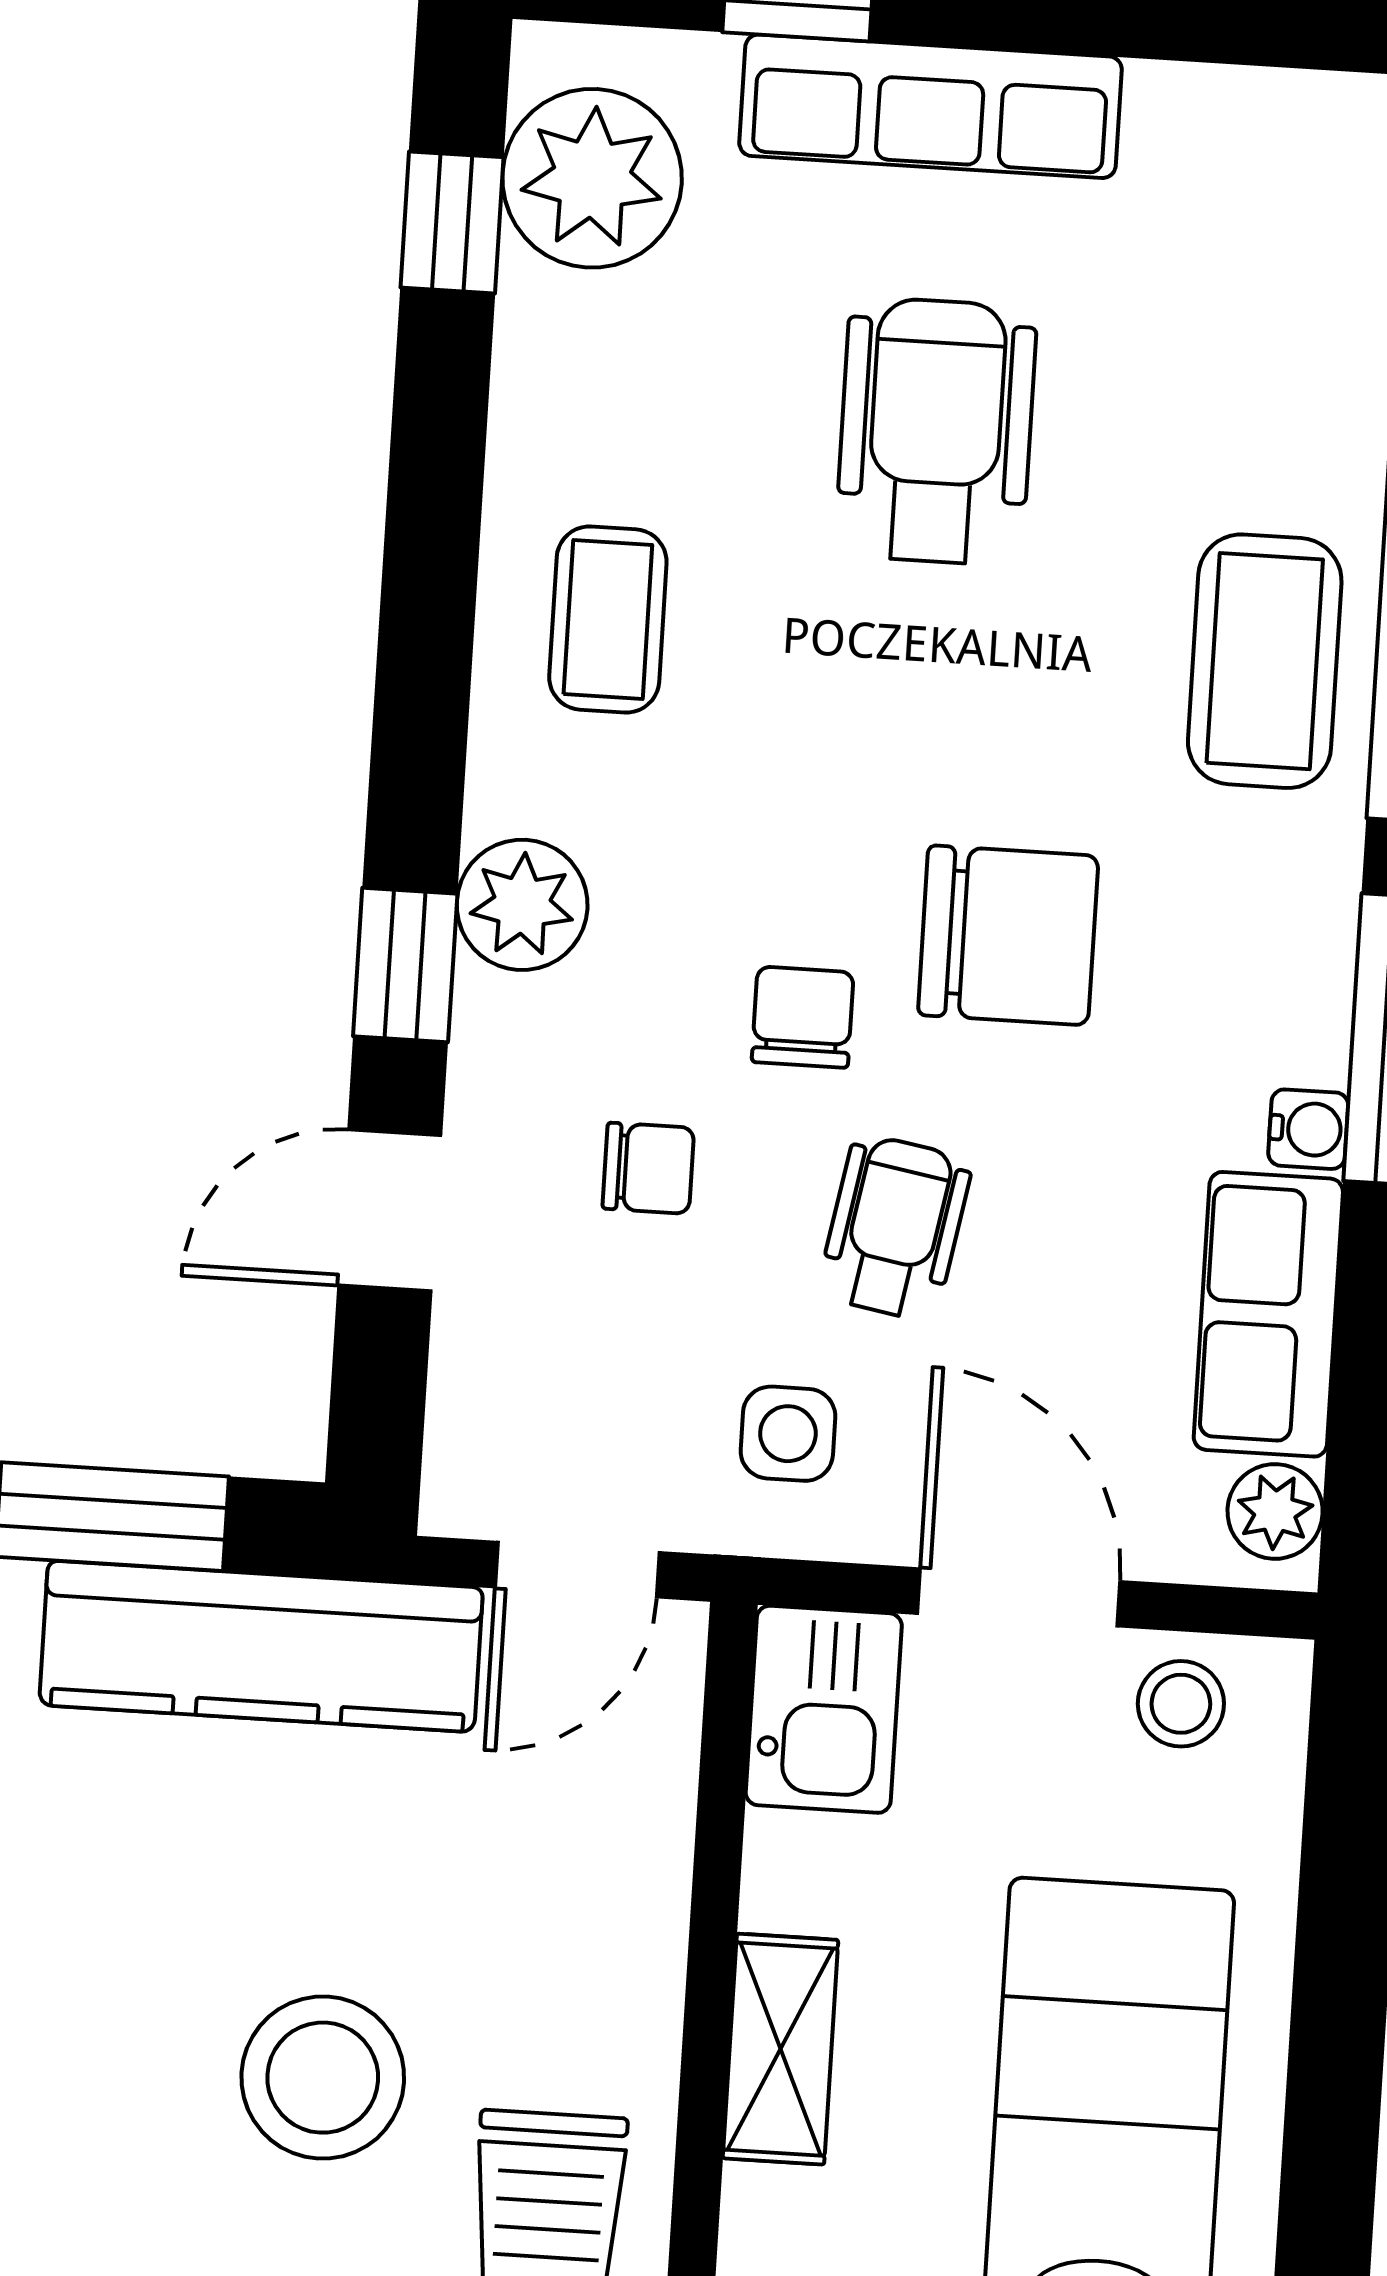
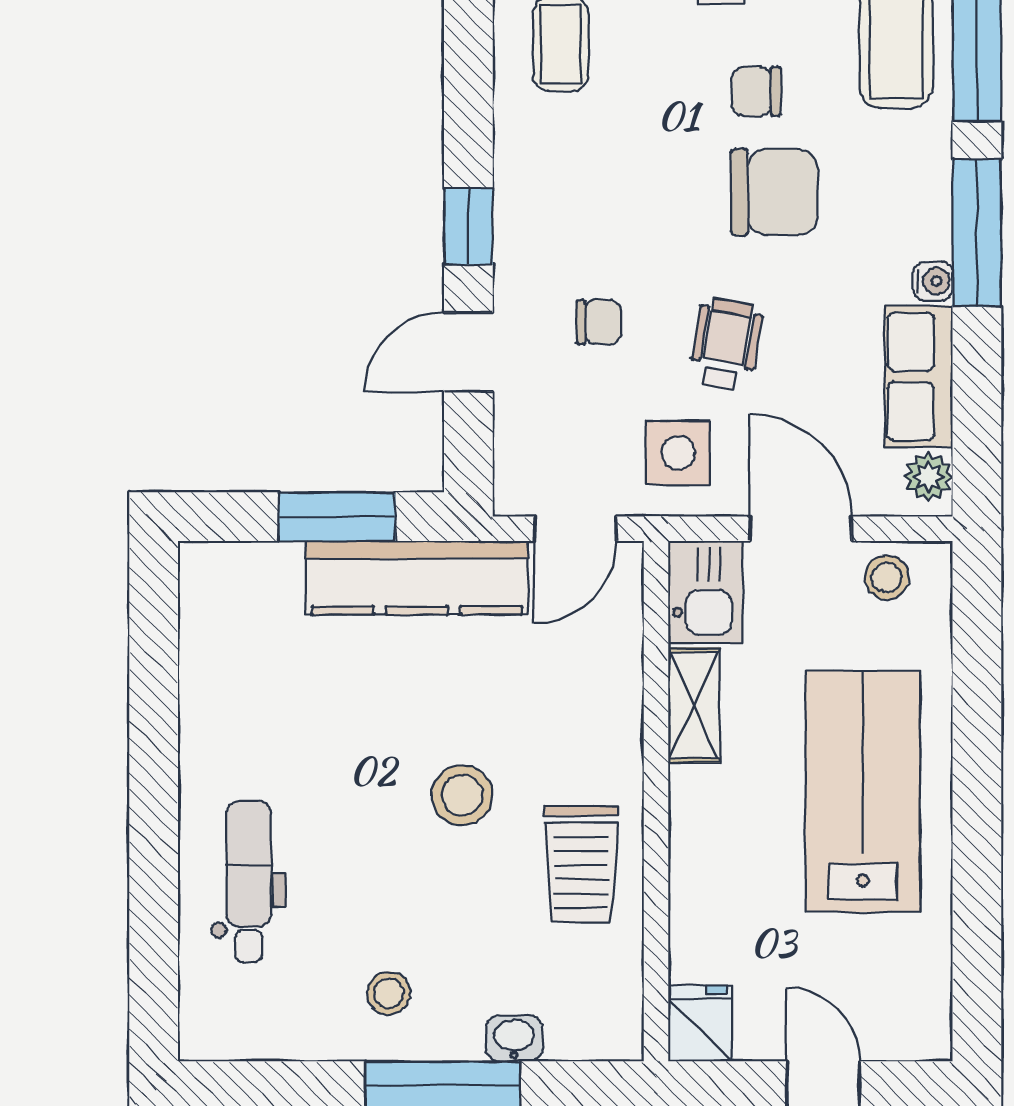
plant: (522, 905) -> (526, 192), removed
chair: (803, 1017) -> (756, 91), moved, turned -90
side table: (788, 1434) -> (678, 453), width x1.37, depth x1.37
shelving: (780, 2049) -> (694, 705), moved
stool: (323, 2078) -> (462, 795), width x0.73, depth x0.73

